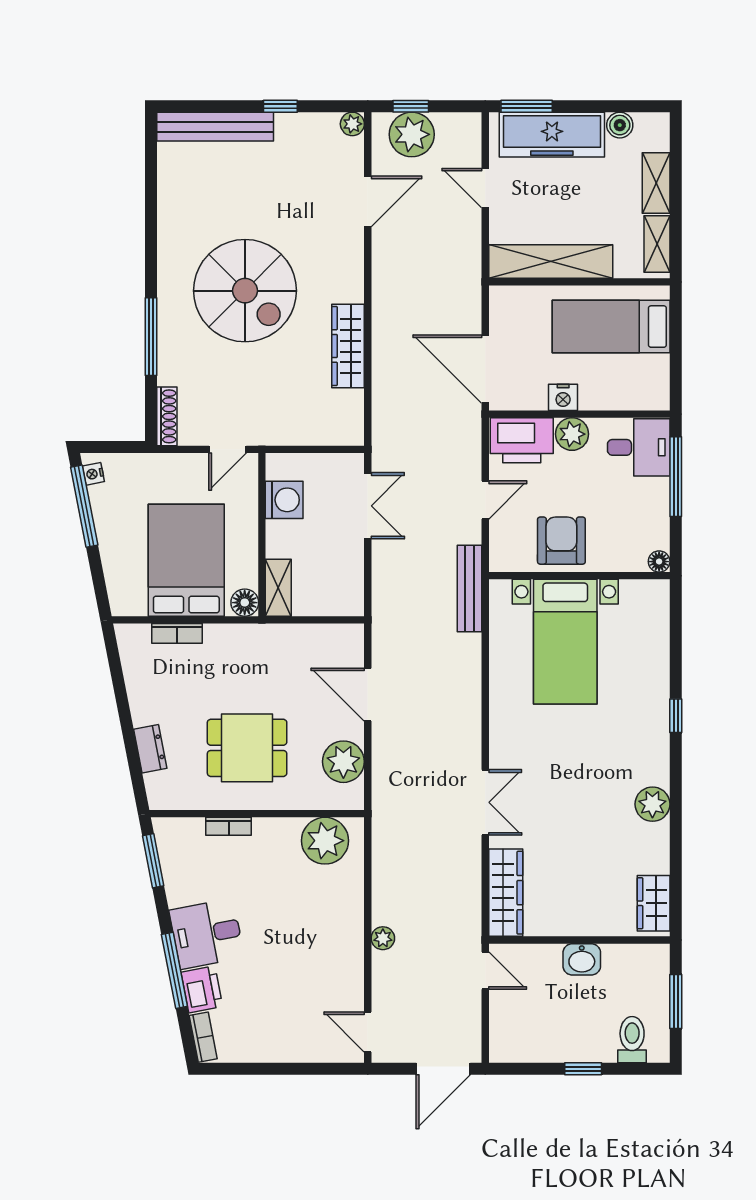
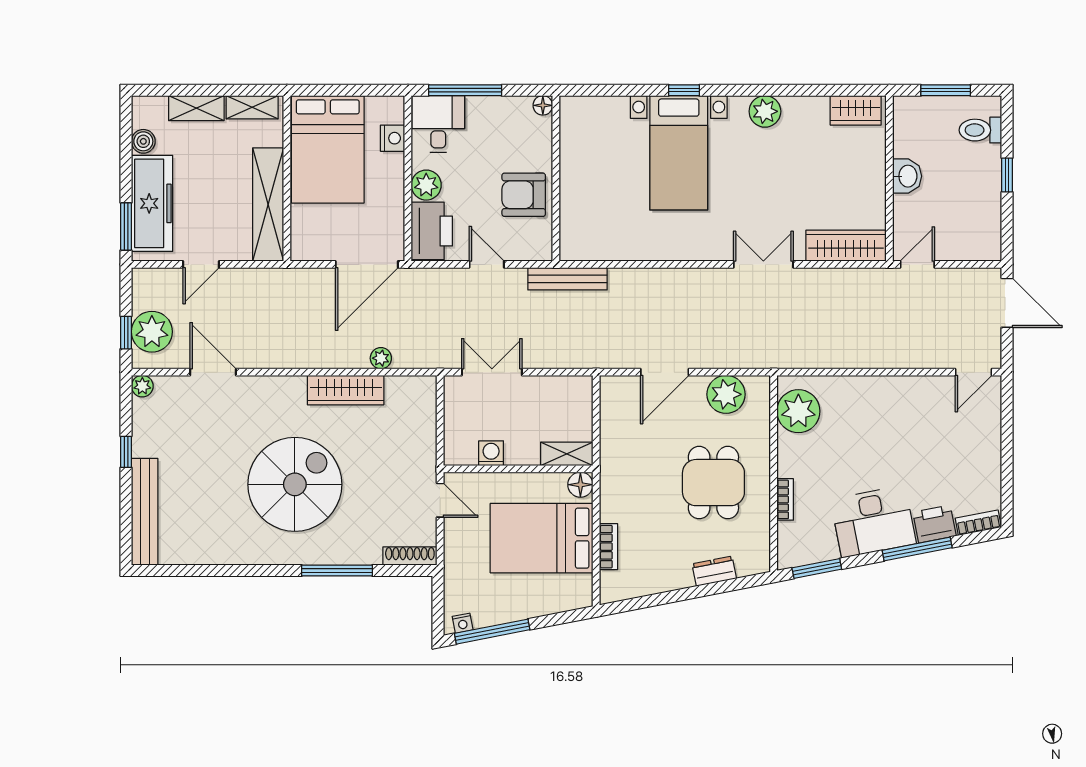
bed: (611, 327) -> (328, 149), width x1.50
nightstand: (563, 397) -> (393, 138), moved
washing machine: (284, 500) -> (491, 453), width x0.73, depth x0.73
bed with nightstands: (565, 642) -> (679, 153), moved, turned 90
desk: (207, 934) -> (873, 521), width x1.37
plant: (383, 938) -> (381, 358), moved

